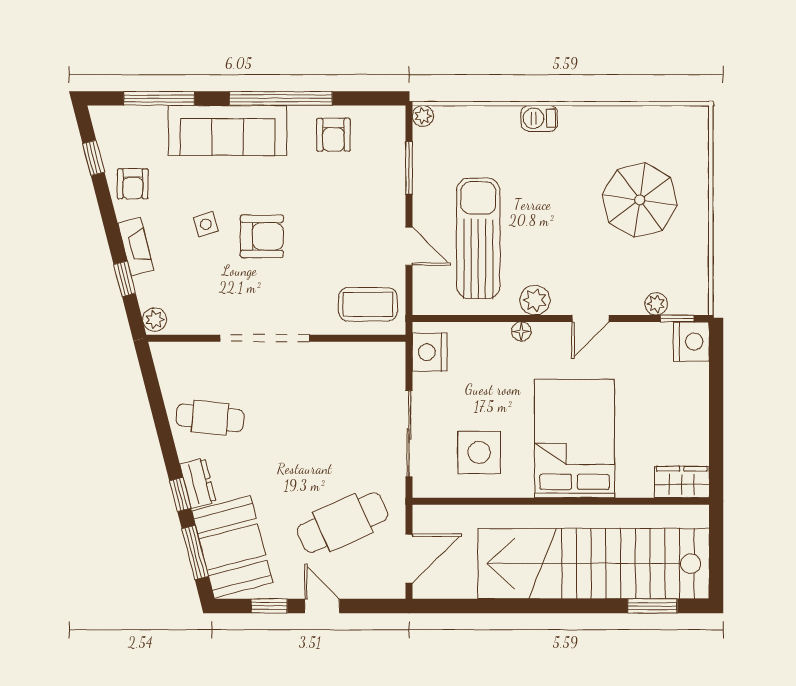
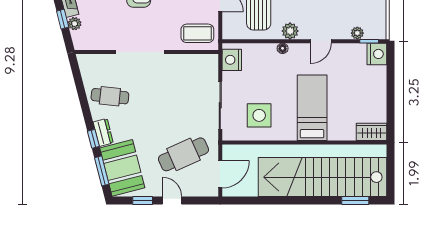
plant: (155, 320) -> (75, 24), moved
bed: (574, 439) -> (312, 108), width x0.67

